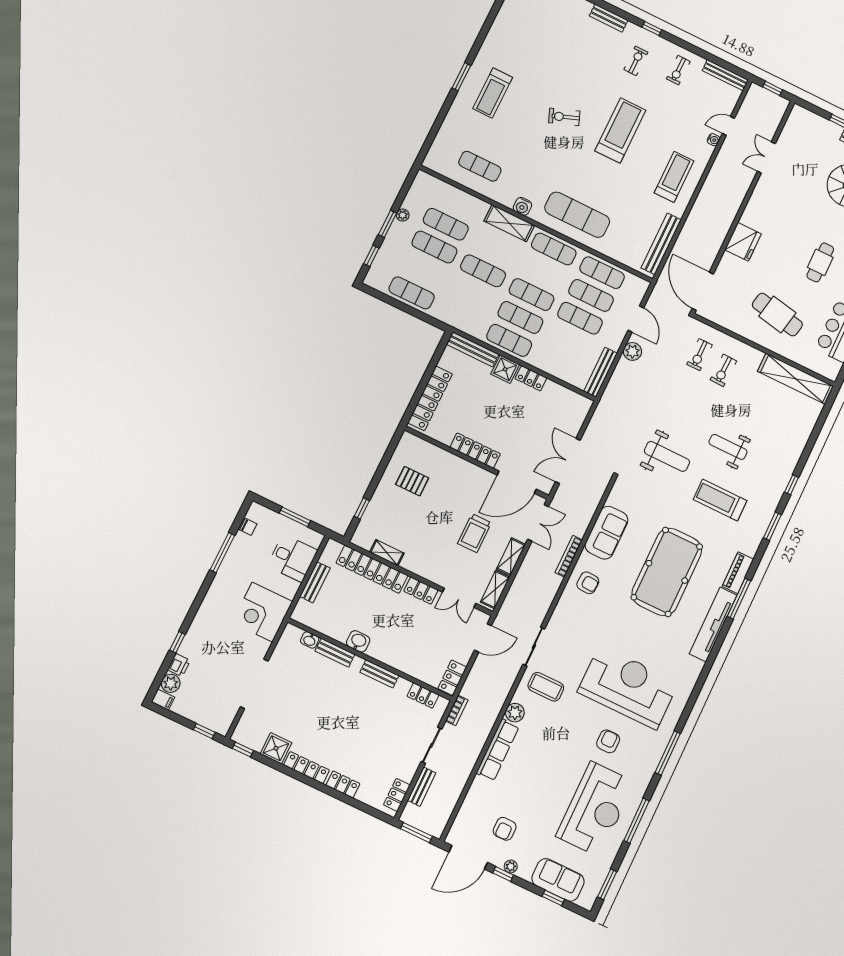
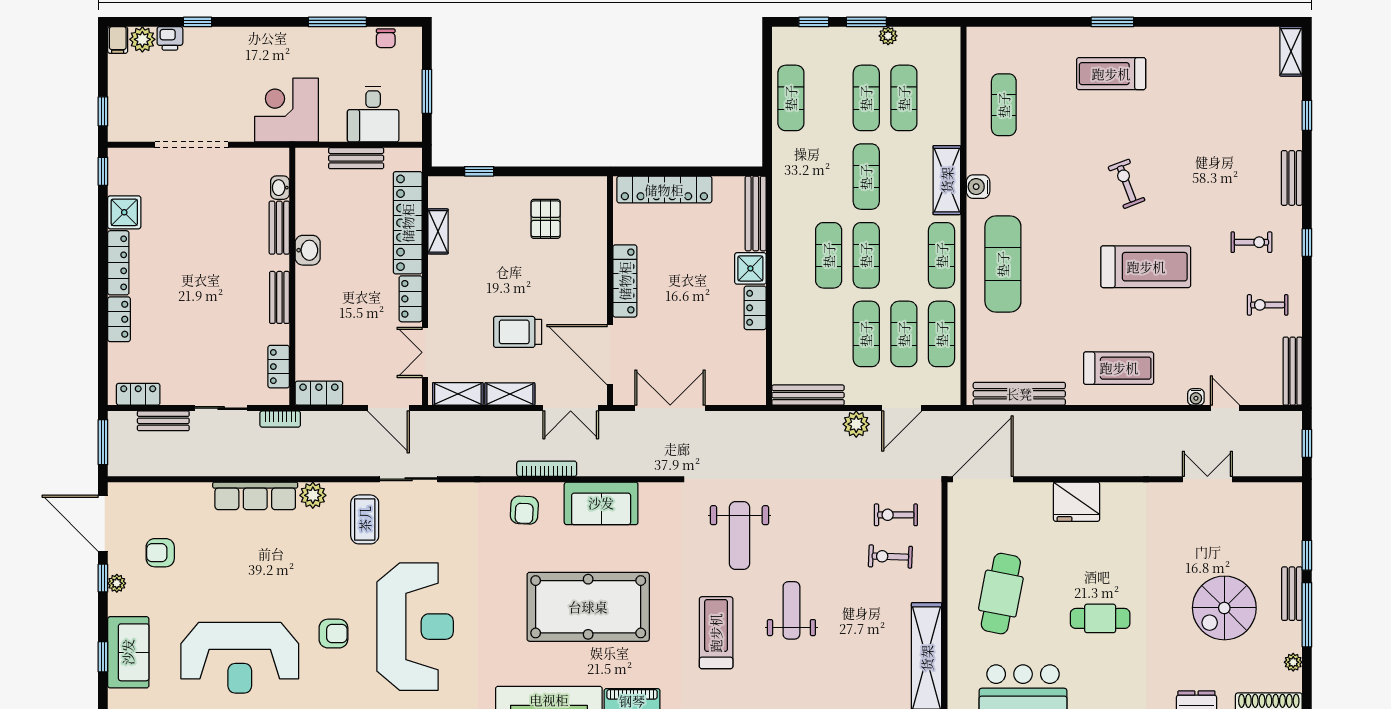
exercise mat: (509, 340) -> (791, 255), removed

